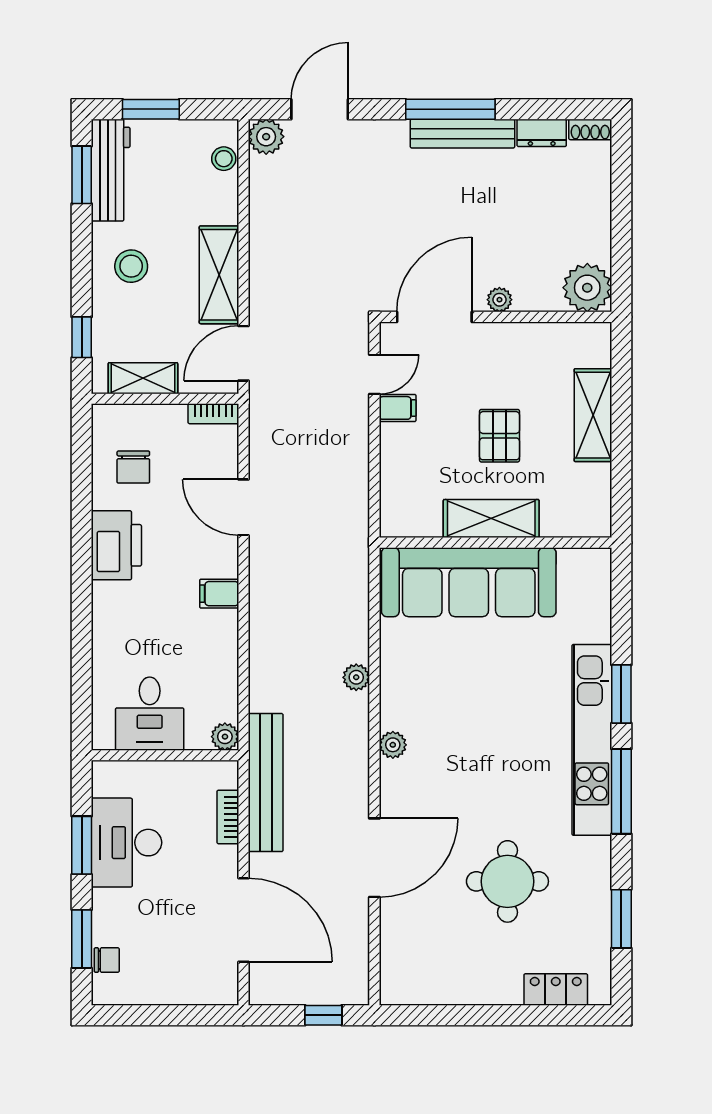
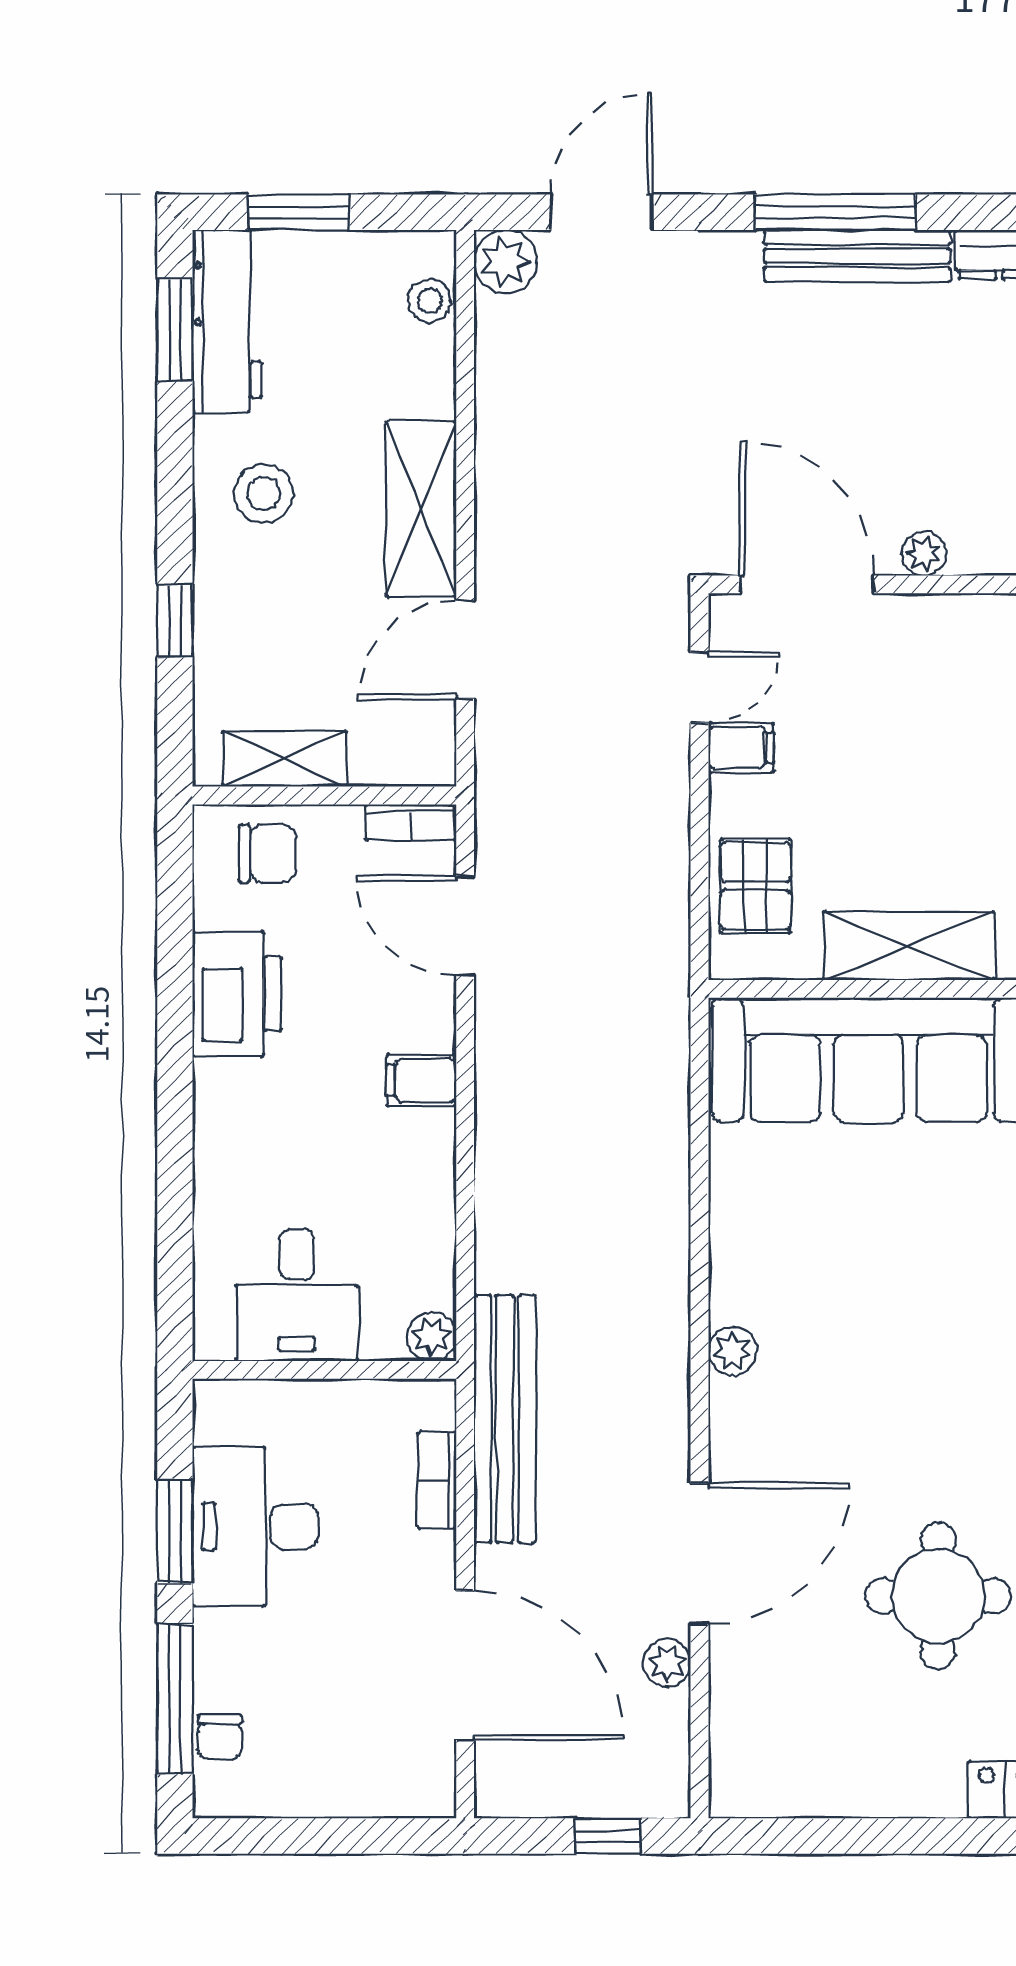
door: (434, 317) -> (807, 584), hinge flipped
shelving: (143, 378) -> (285, 759), moved
wall: (165, 399) -> (324, 795), moved
bookcase: (213, 414) -> (411, 822), moved
pallet: (500, 436) -> (755, 886), moved
chair: (133, 467) -> (267, 853), turned -90
plant: (356, 677) -> (667, 1663), moved
window: (82, 939) -> (175, 1699), width x1.44
chair: (107, 960) -> (220, 1737), turned 90

